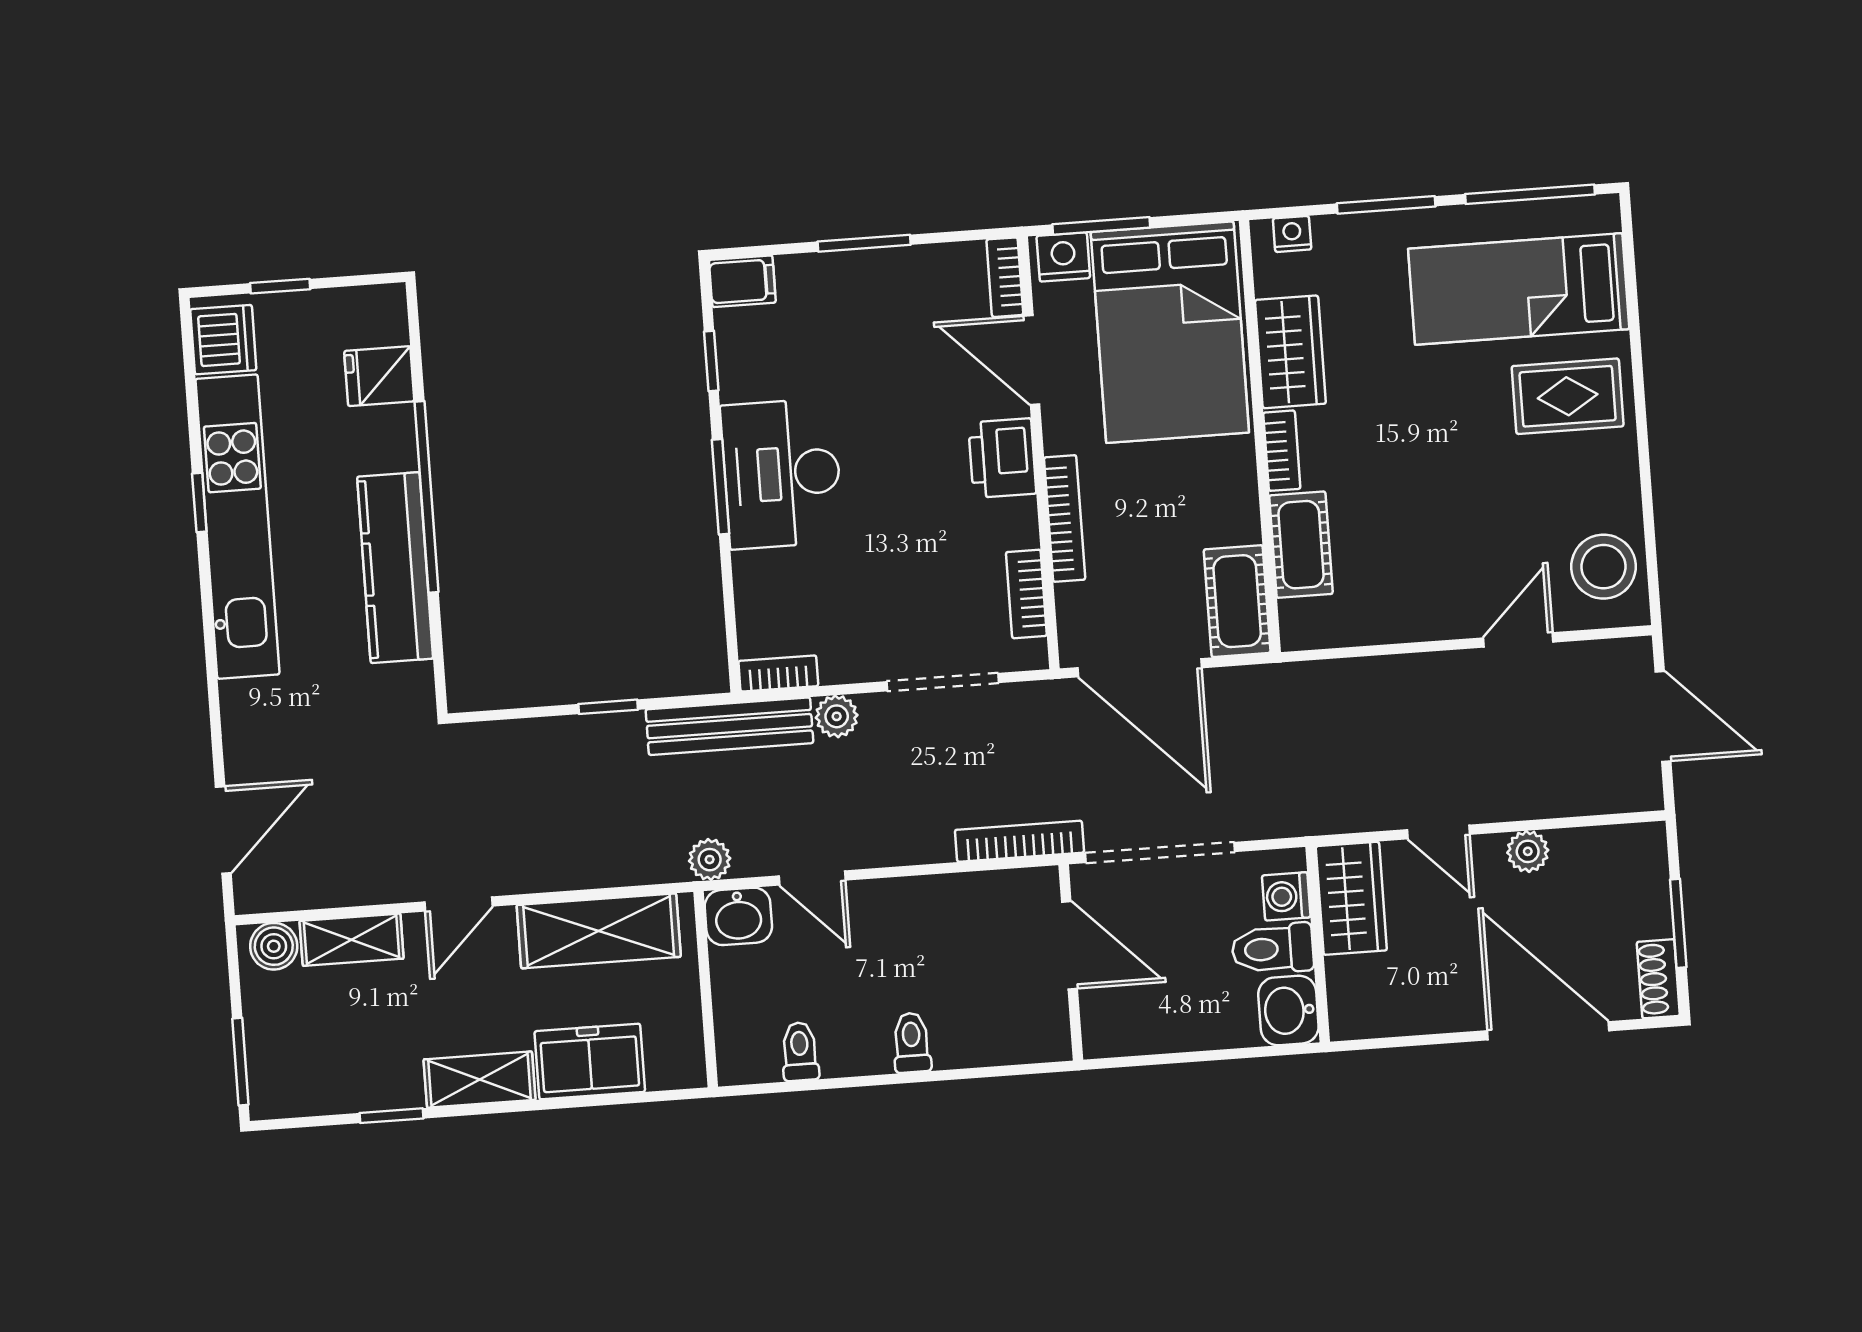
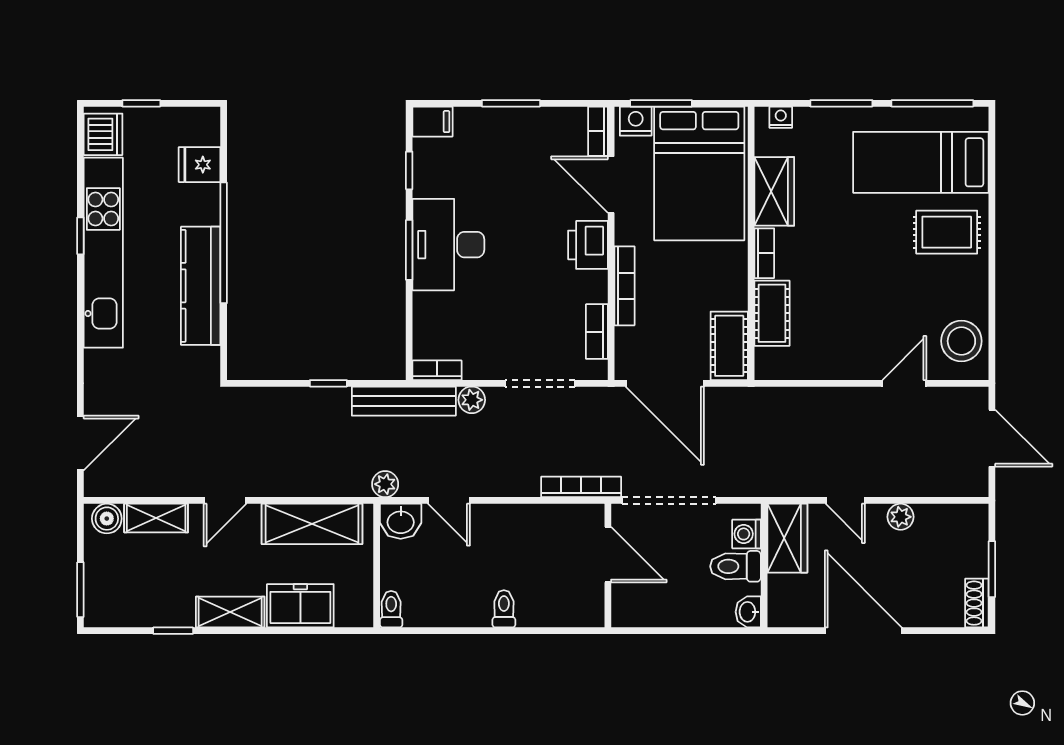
washbasin: (1288, 1010) -> (748, 612), width x0.72, depth x0.69
door: (1548, 1031) -> (863, 631), moved
toilet: (800, 1052) -> (391, 609), moved

